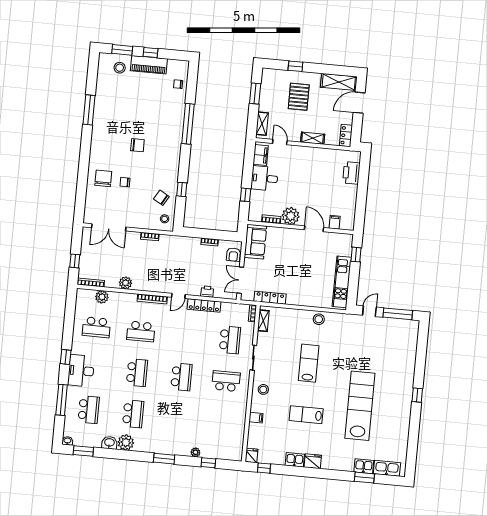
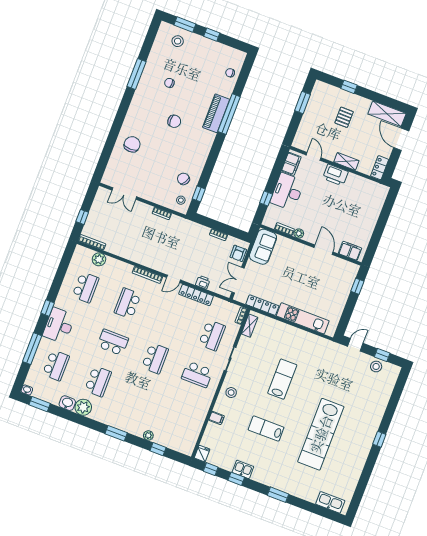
piano: (149, 65) -> (216, 113), moved, turned 90
pallet: (299, 97) -> (344, 117), width x0.67, depth x0.71
door: (359, 103) -> (401, 139), hinge flipped
shelving: (262, 124) -> (301, 134), removed
printer: (351, 173) -> (335, 175), moved, turned -90
desk: (264, 178) -> (287, 192), width x1.37
chair: (125, 182) -> (169, 83), moved
window: (182, 189) -> (199, 194), moved
plant: (291, 216) -> (299, 234), width x0.53, depth x0.53
filing cabinet: (335, 222) -> (350, 251), width x2.00
double door: (109, 227) -> (124, 193), width x0.73
kitchen unit: (342, 282) -> (303, 318), moved, turned 90
plant: (125, 283) -> (126, 252), removed
window: (398, 314) -> (382, 355), width x0.46
stool: (319, 319) -> (376, 366), moved
school desk: (96, 327) -> (85, 287), turned -90
school desk: (141, 331) -> (128, 303), turned 90
school desk: (137, 373) -> (113, 342), turned -90
school desk: (226, 381) -> (197, 374), turned 180
lab bench: (360, 406) -> (321, 434), turned 180
fridge: (313, 461) -> (260, 476), removed
kitchen sink: (364, 466) -> (308, 494), removed
window: (291, 471) -> (236, 479), added
window: (364, 478) -> (278, 495), moved

